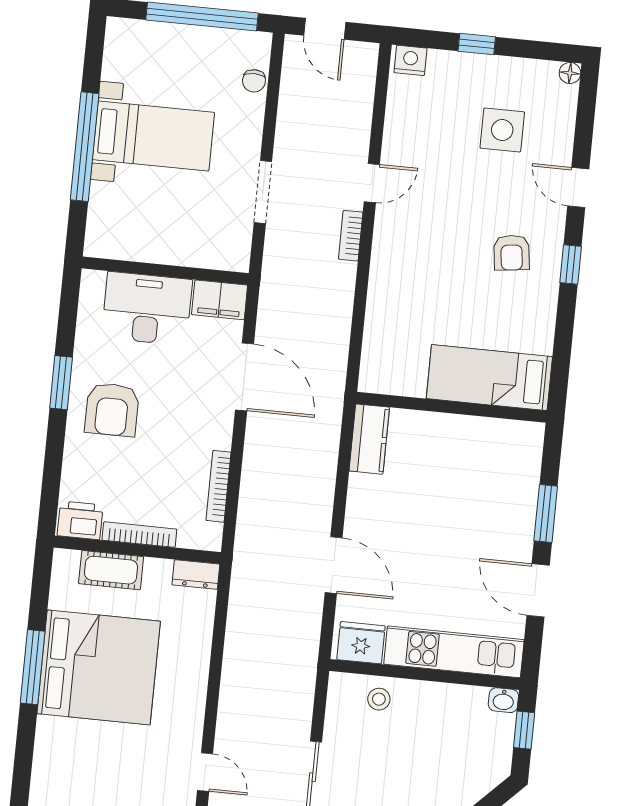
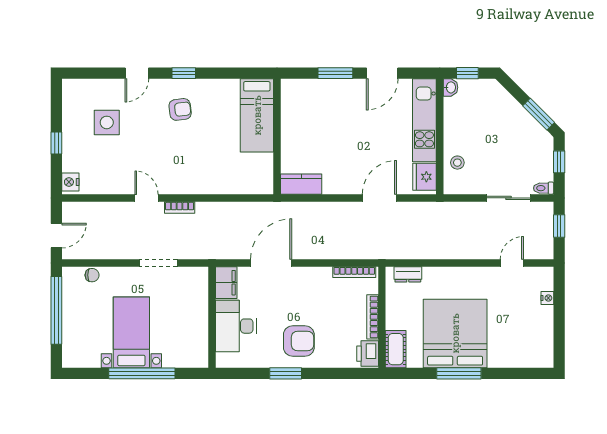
floor lamp: (570, 73) -> (68, 85), removed
bookcase: (218, 486) -> (354, 272), moved
cot: (111, 570) -> (396, 349), moved
dresser: (196, 575) -> (408, 274), moved, turned 90

